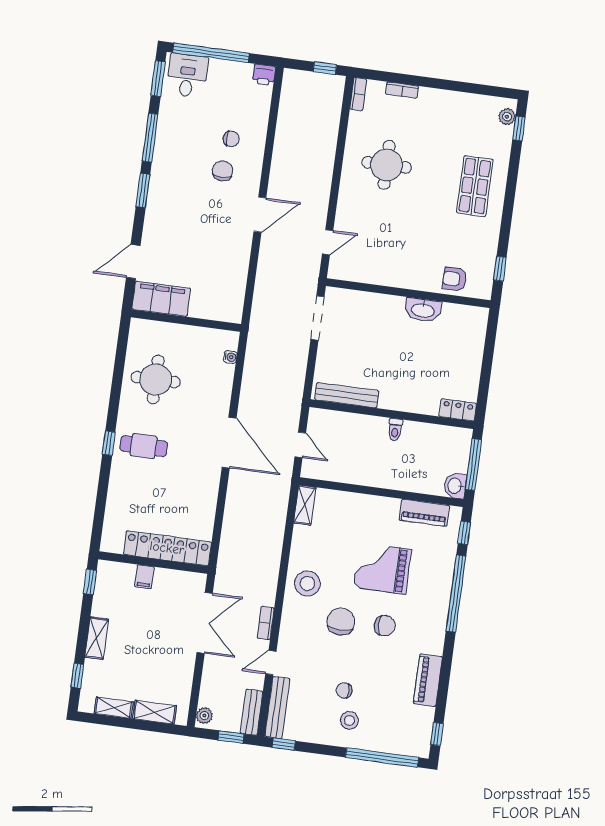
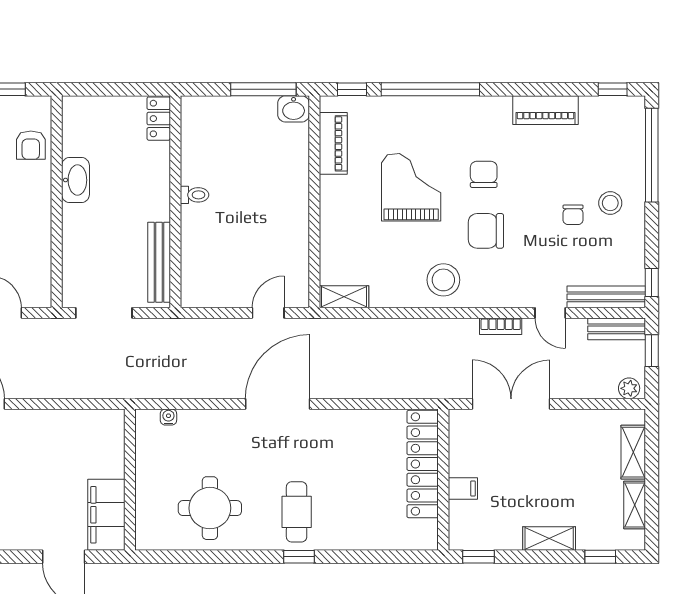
bench: (347, 395) -> (159, 262), moved
locker: (458, 410) -> (159, 119), moved
wall: (392, 414) -> (175, 202), moved
toilet: (395, 430) -> (195, 195), moved
grand piano: (382, 568) -> (411, 187), turned 180

